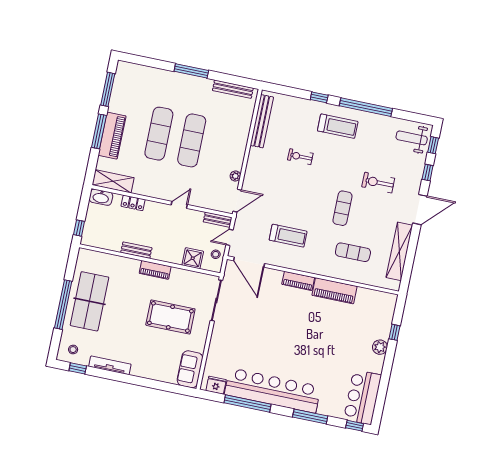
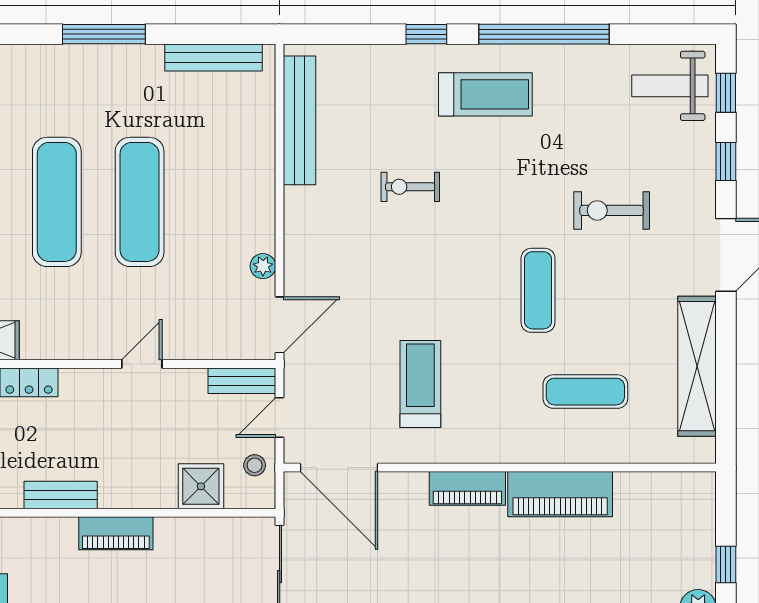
treadmill: (288, 236) -> (420, 384), turned -90

